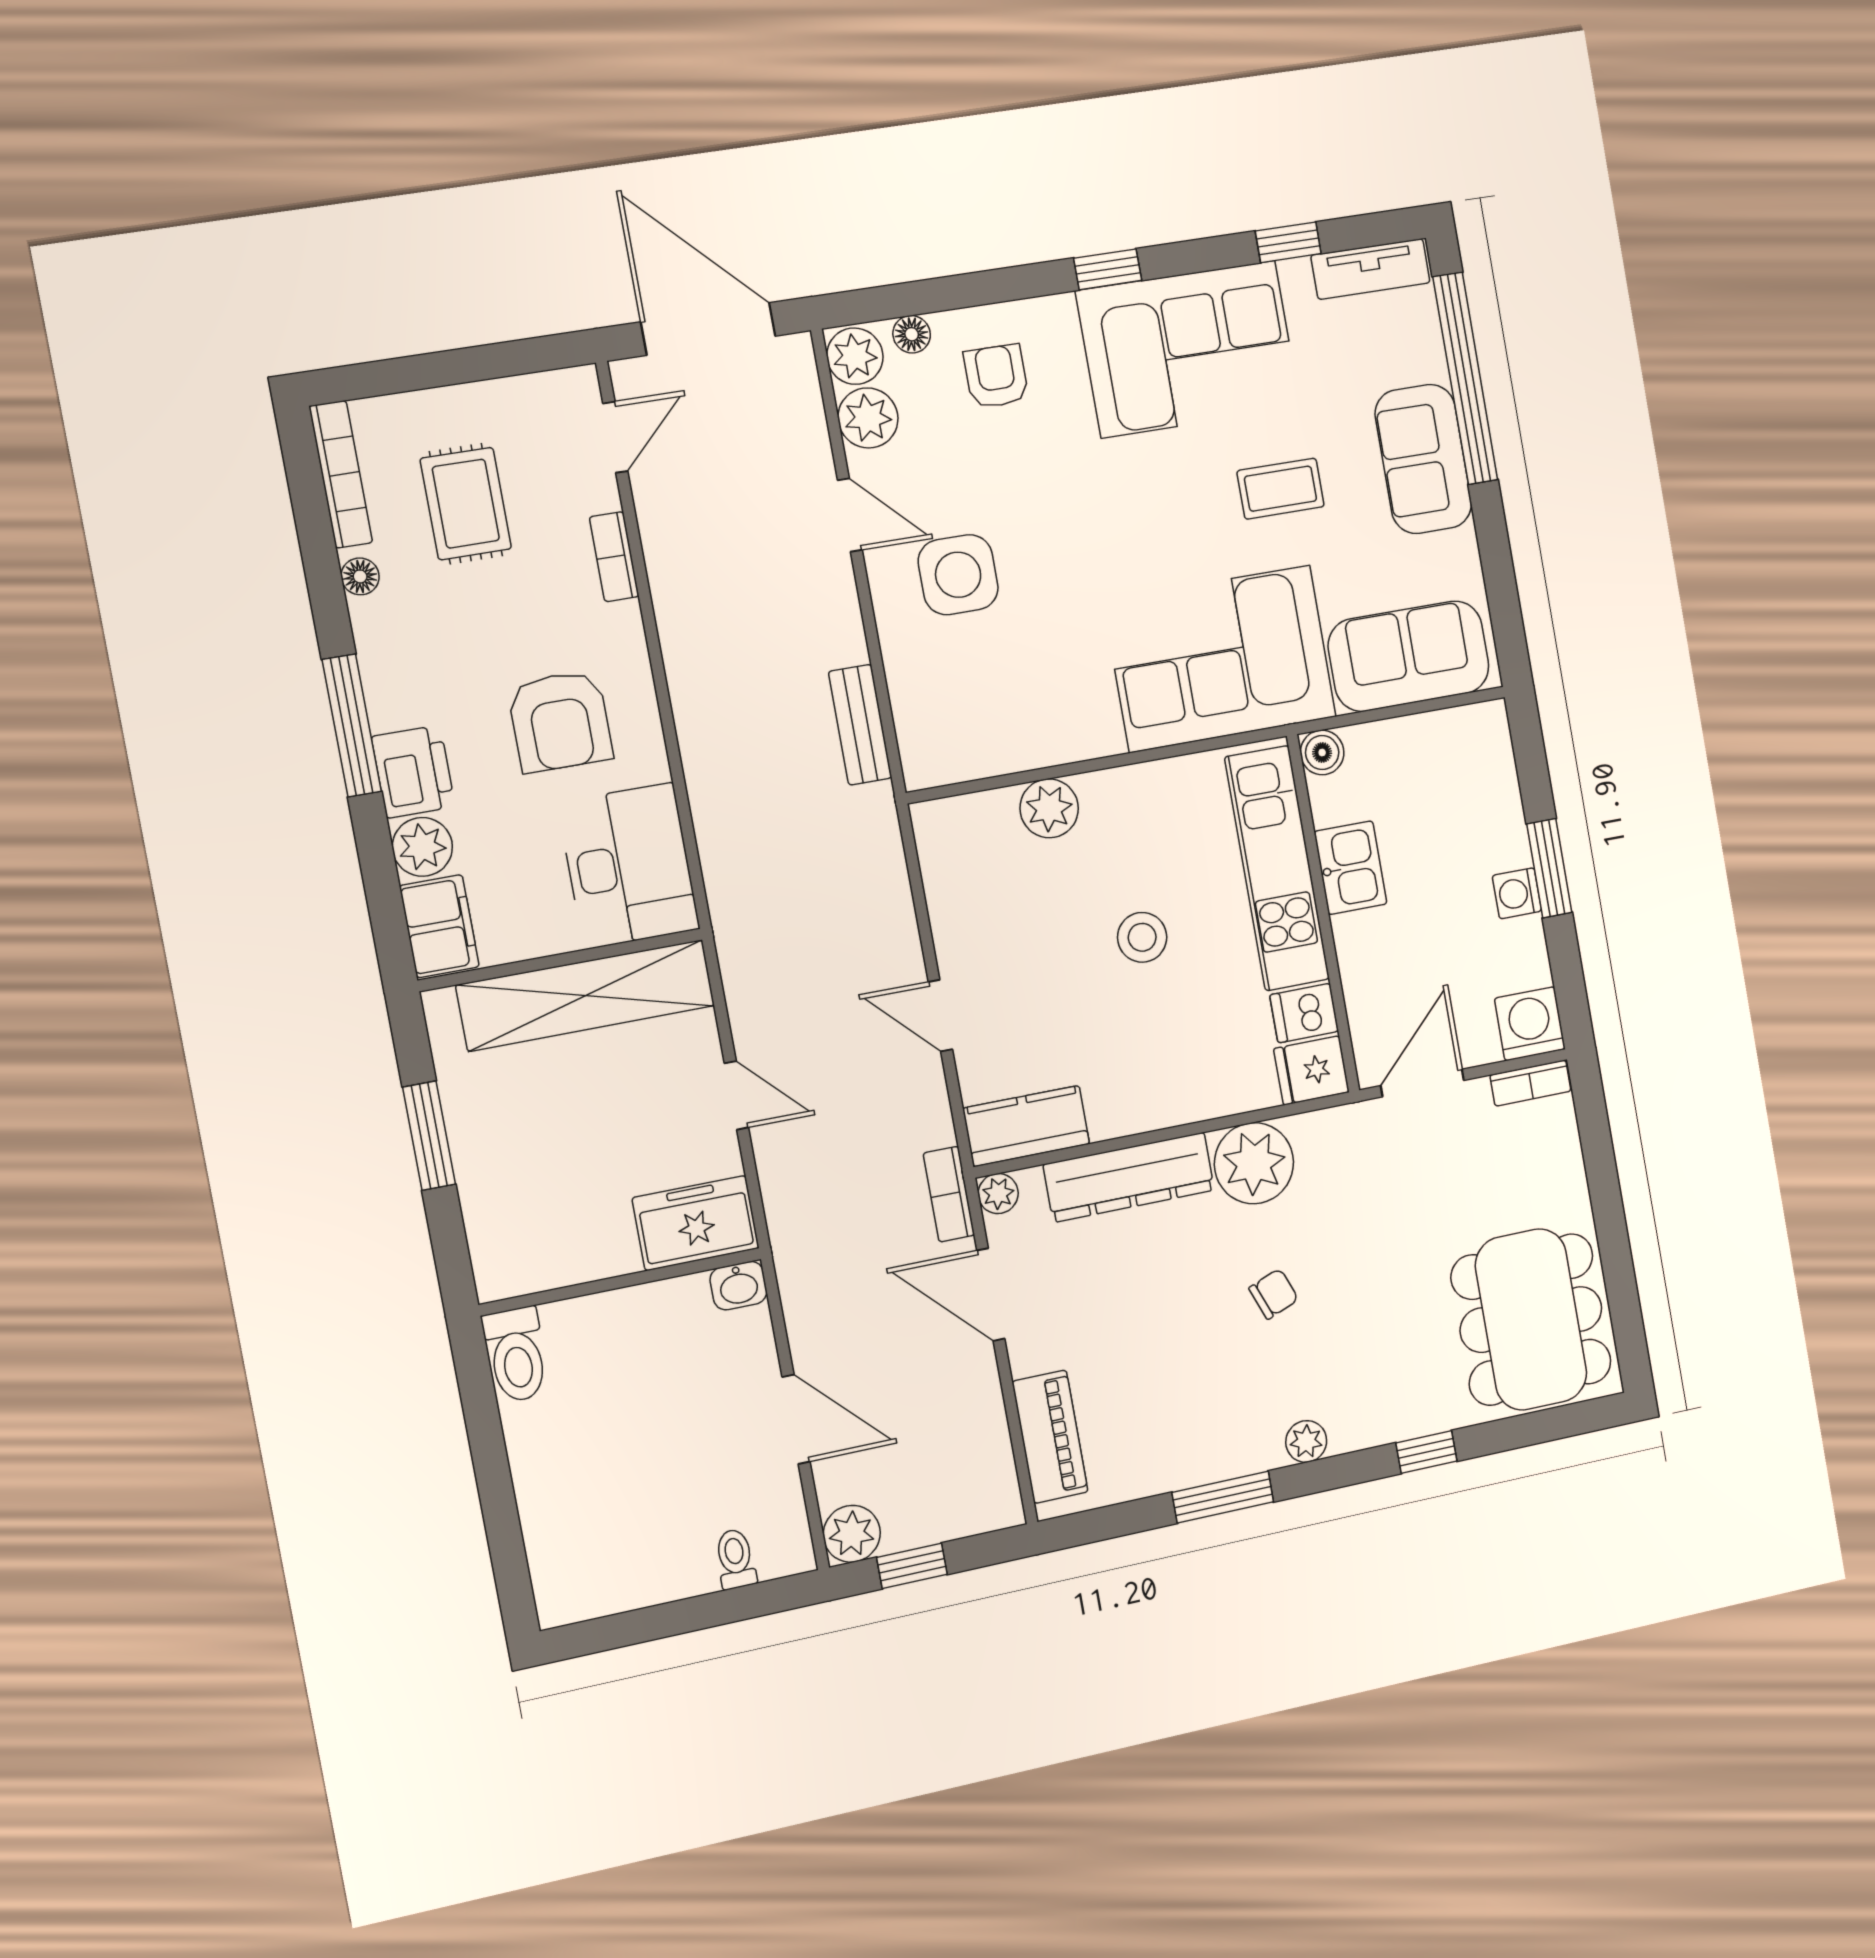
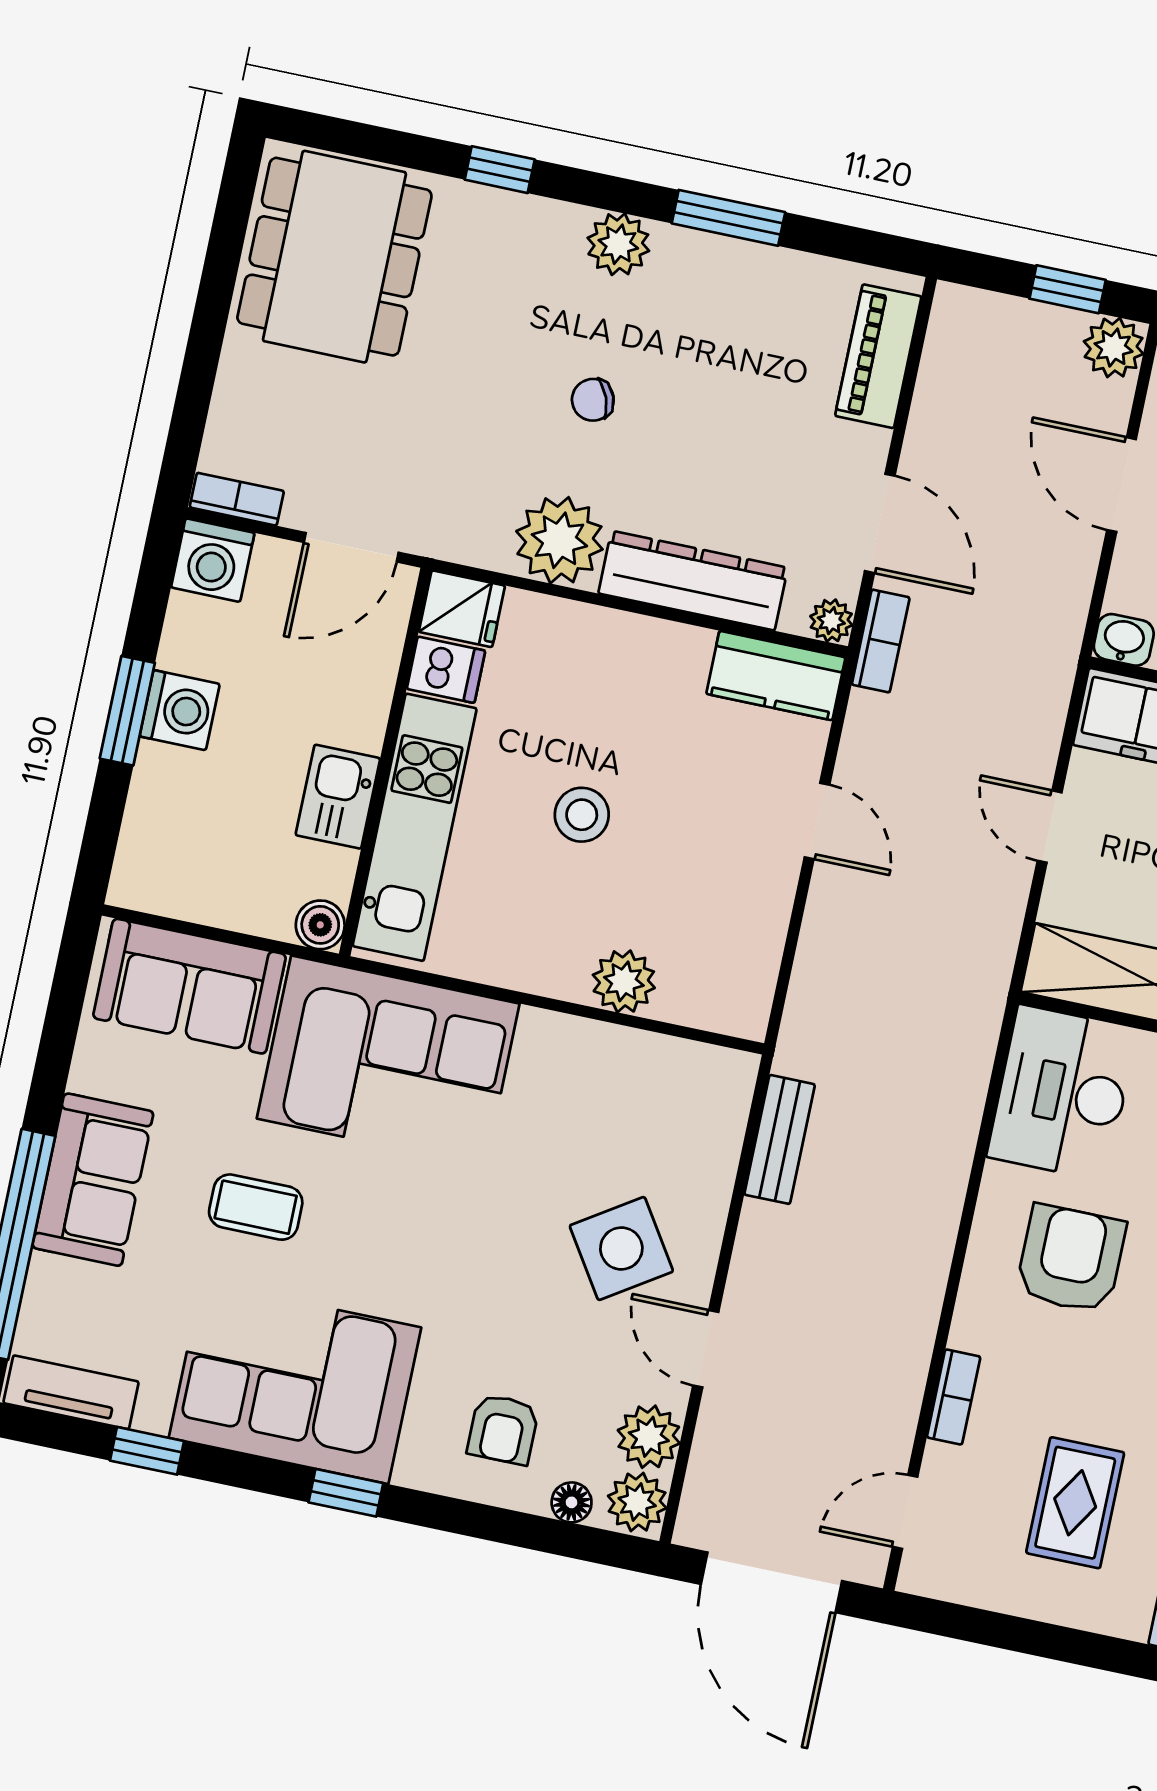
side table: (958, 575) -> (621, 1248), turned -33
washing machine: (1517, 893) -> (180, 710), width x1.38, depth x1.38
plant: (1306, 1441) -> (618, 244), width x1.38, depth x1.38

